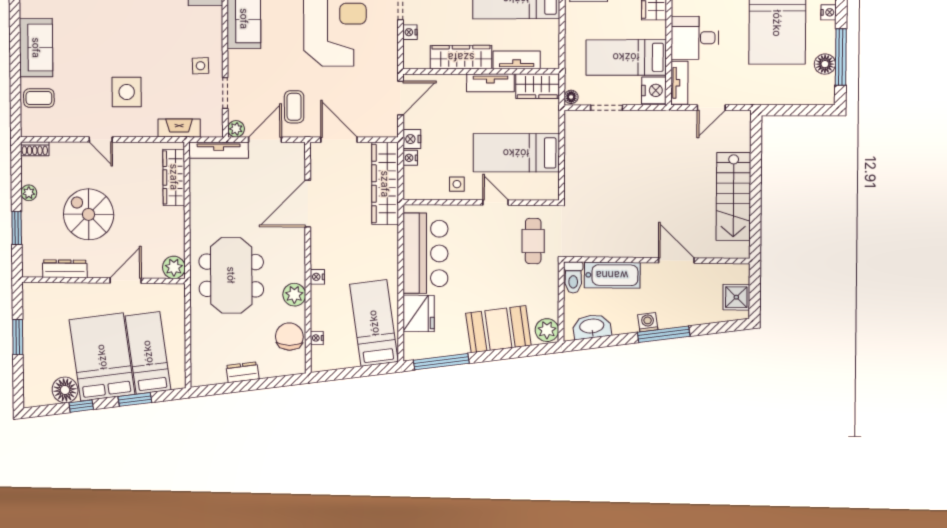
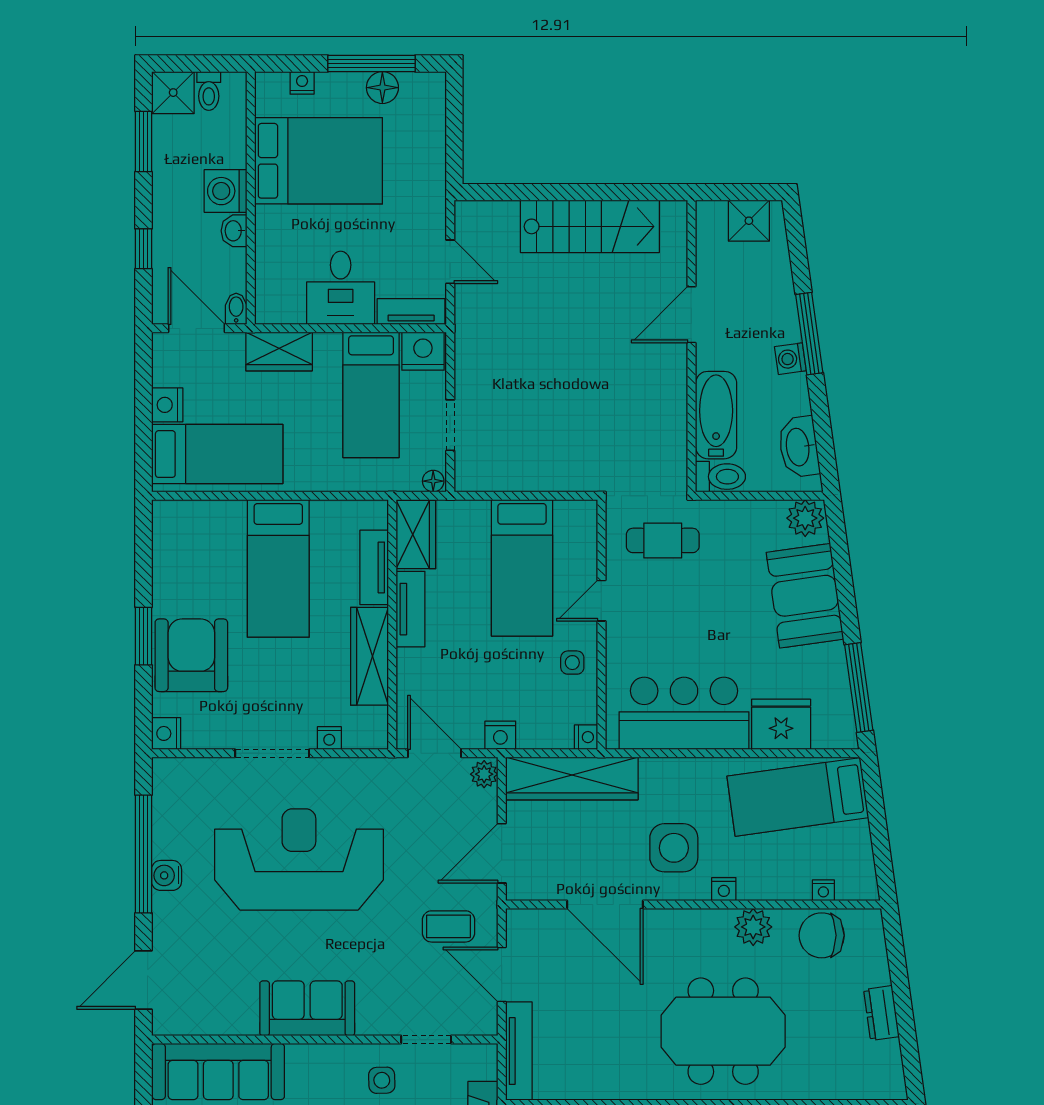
plant: (236, 129) -> (484, 774), moved
nightstand: (410, 158) -> (586, 737), moved, turned -90
side table: (343, 246) -> (674, 848), added

